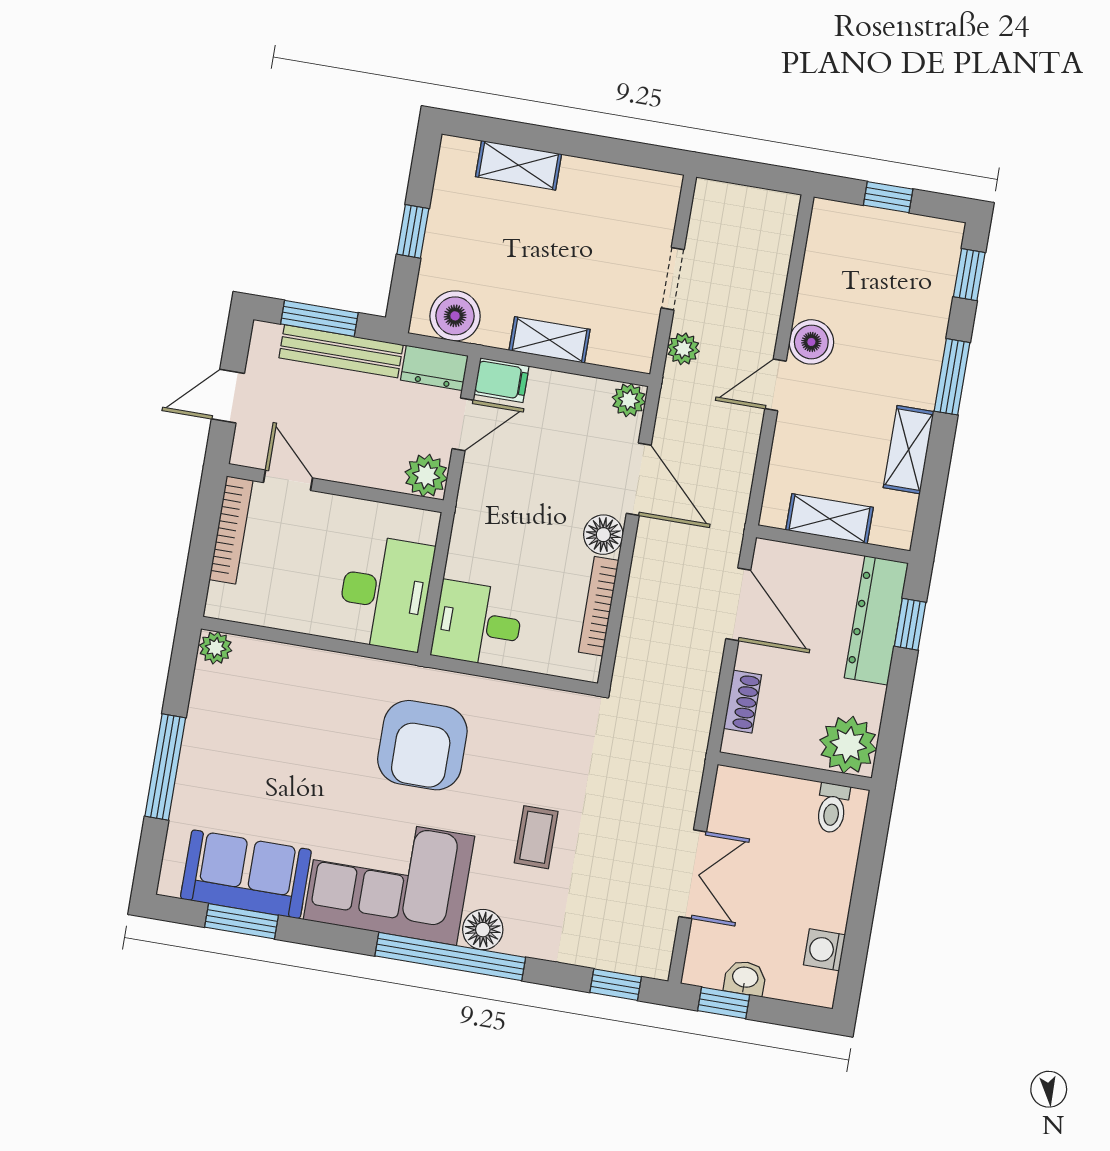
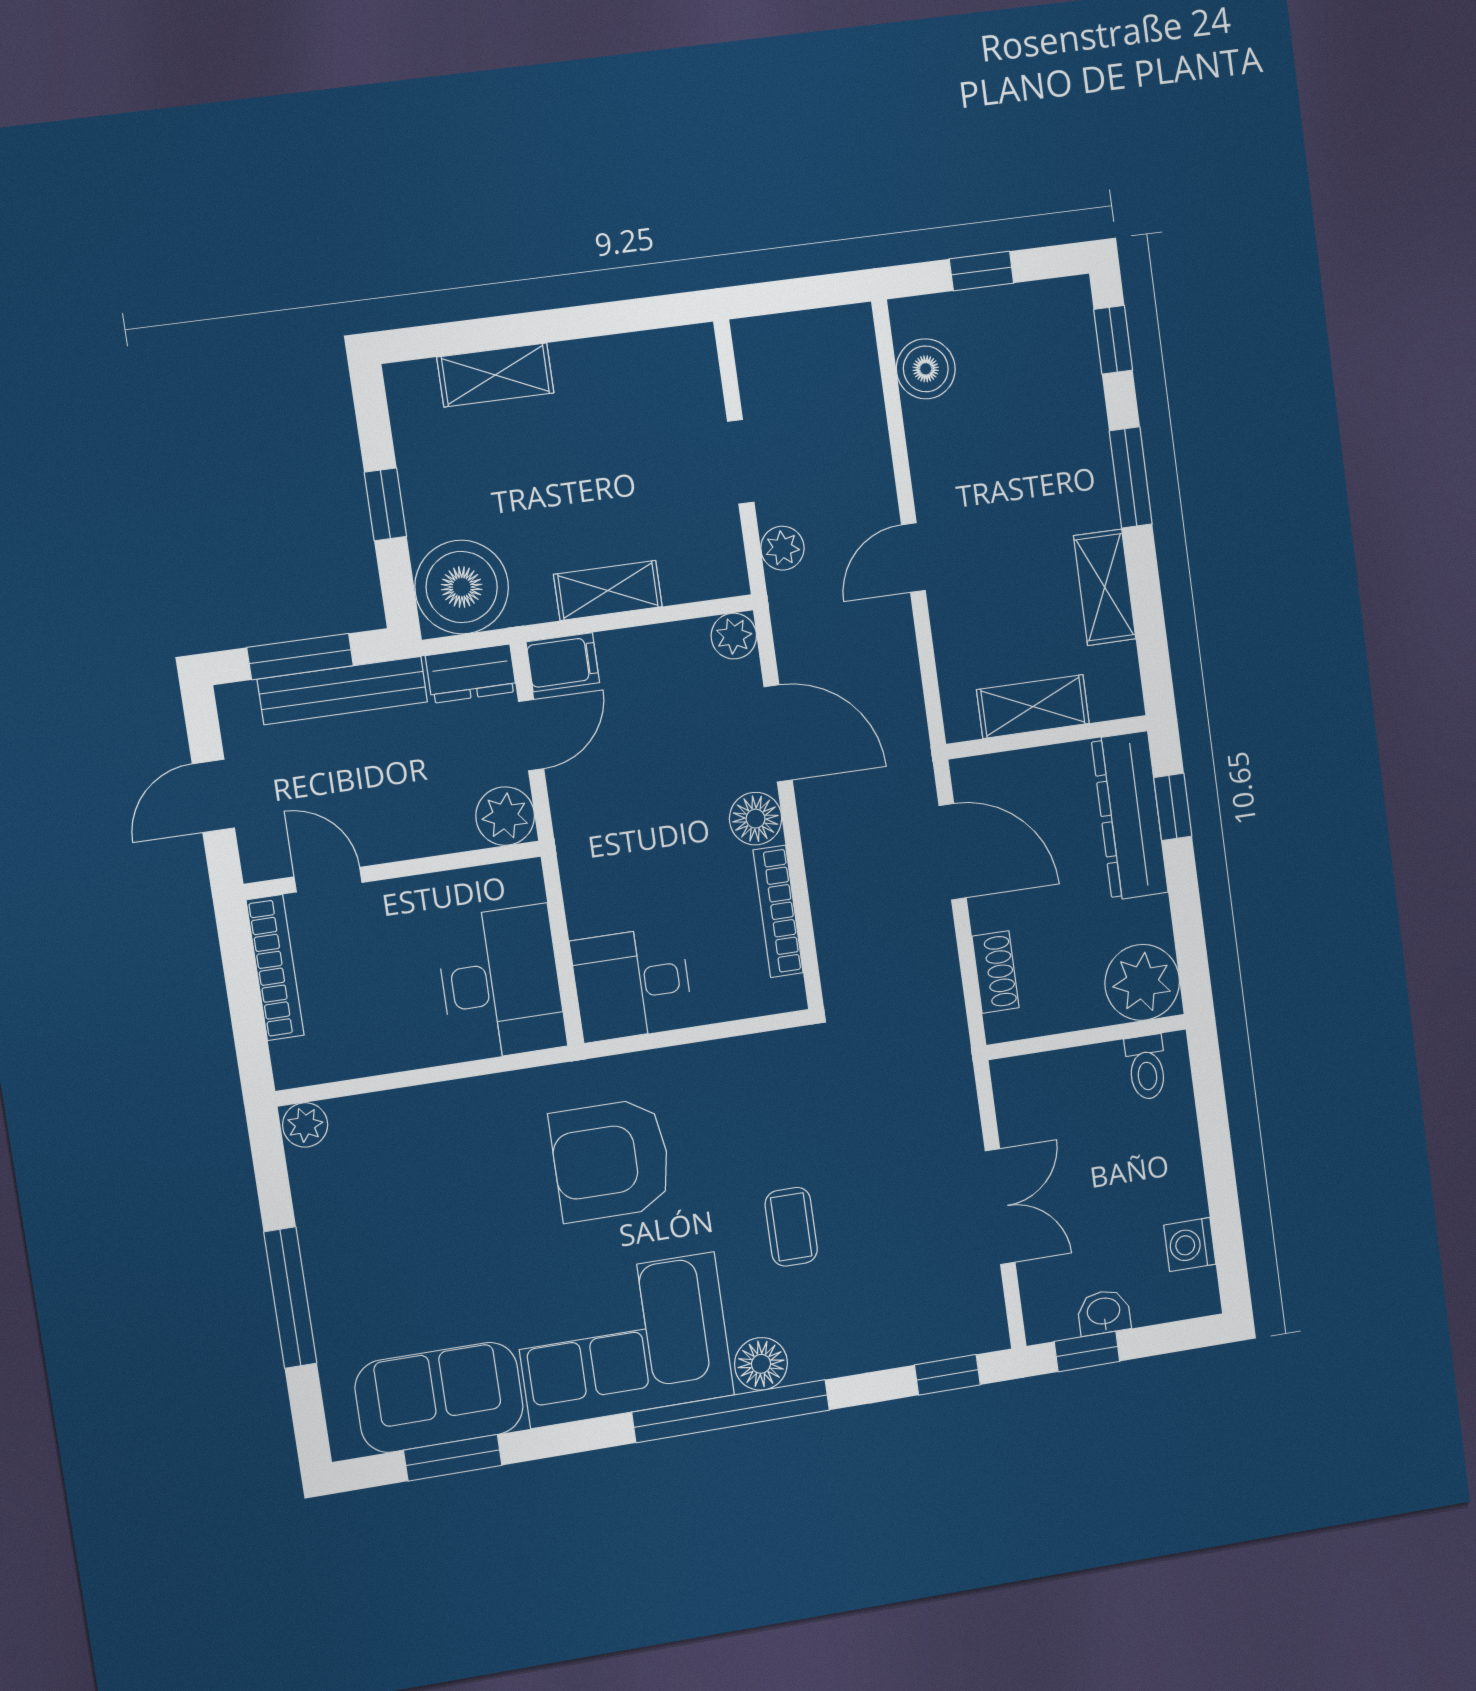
boiler: (455, 316) -> (462, 587), width x1.37, depth x1.37
boiler: (811, 342) -> (926, 369), moved
armchair: (422, 745) -> (611, 1160), turned 90

